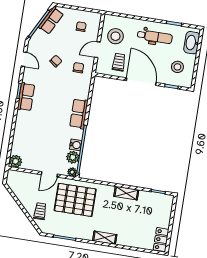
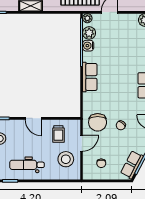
chair: (78, 68) -> (98, 122), width x1.87, depth x1.87
door: (141, 82) -> (33, 118), width x0.53

